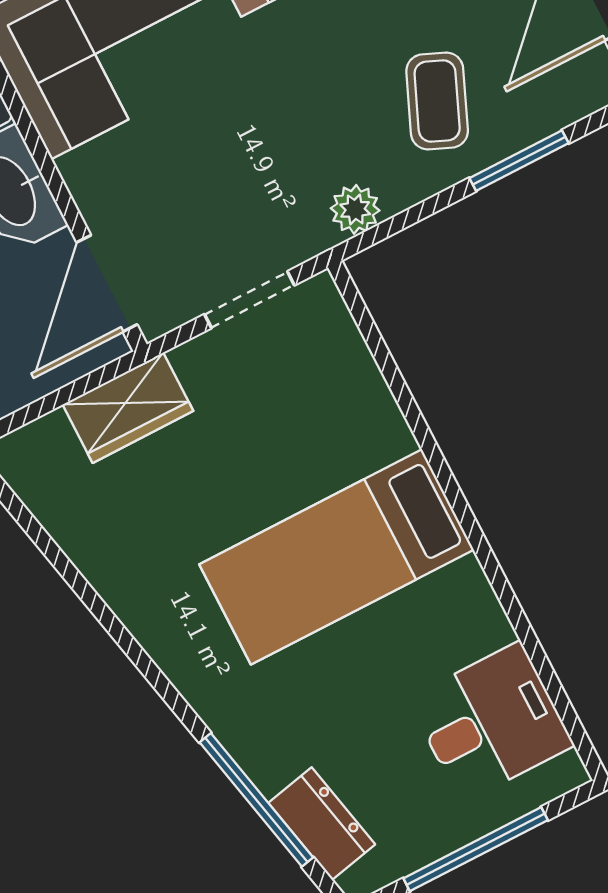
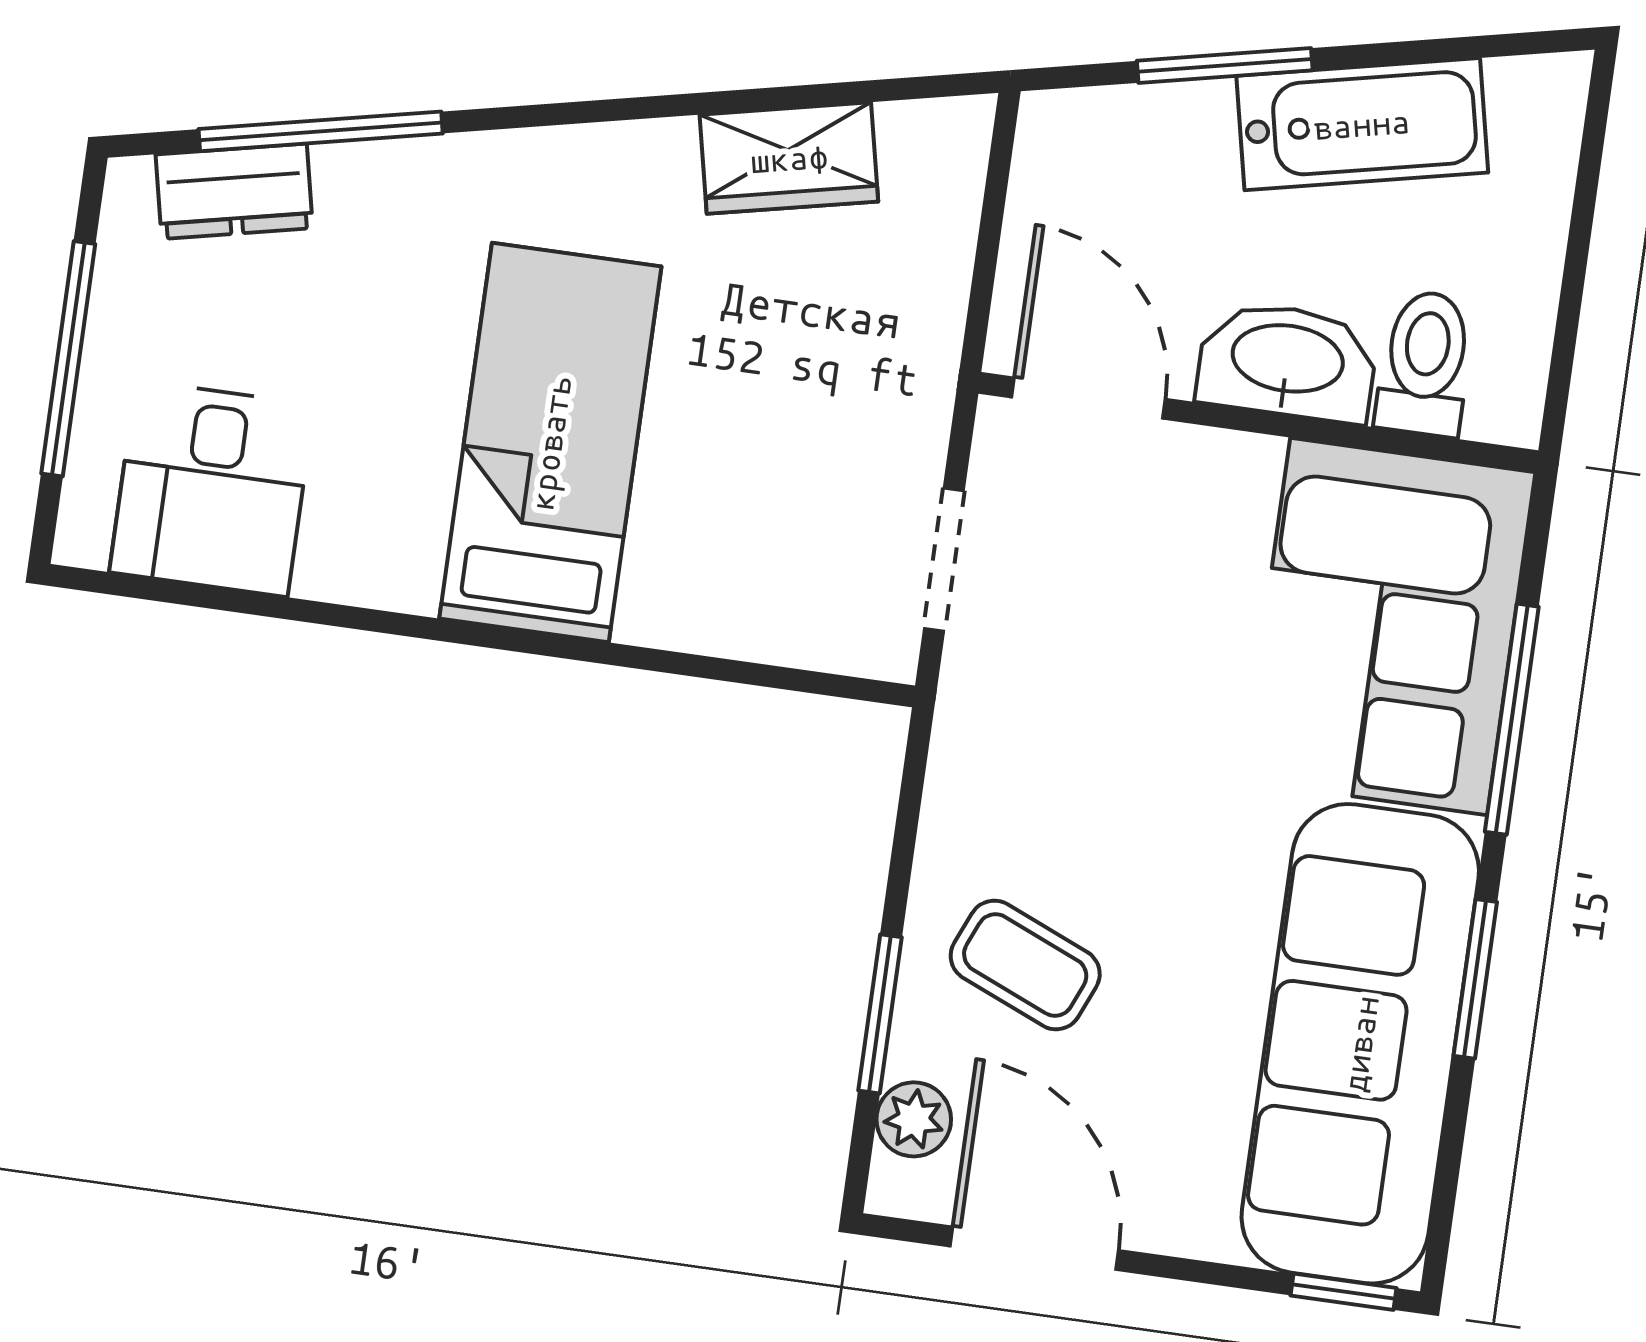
plant: (355, 209) -> (914, 1119), moved
wardrobe: (128, 408) -> (789, 158), moved, turned -102

